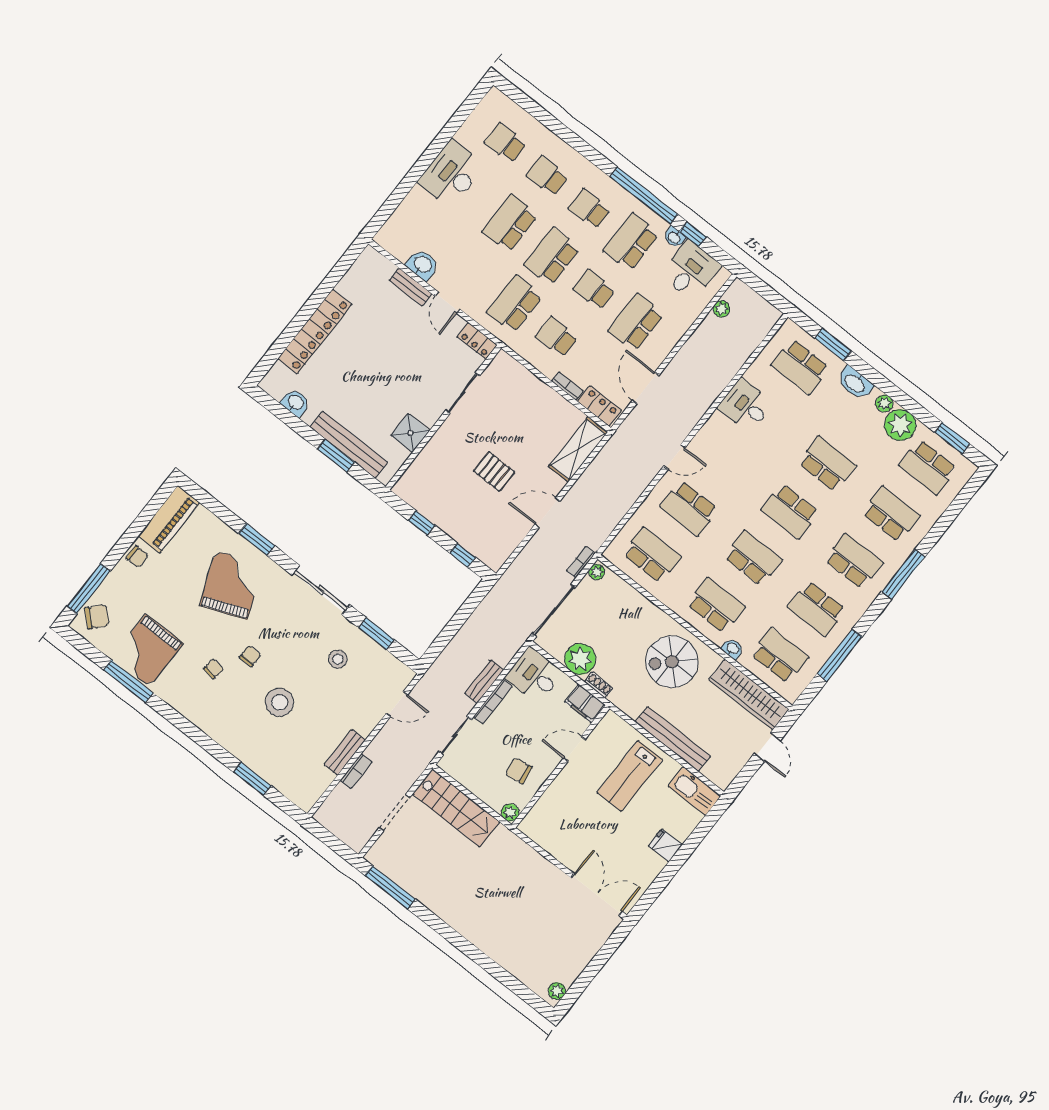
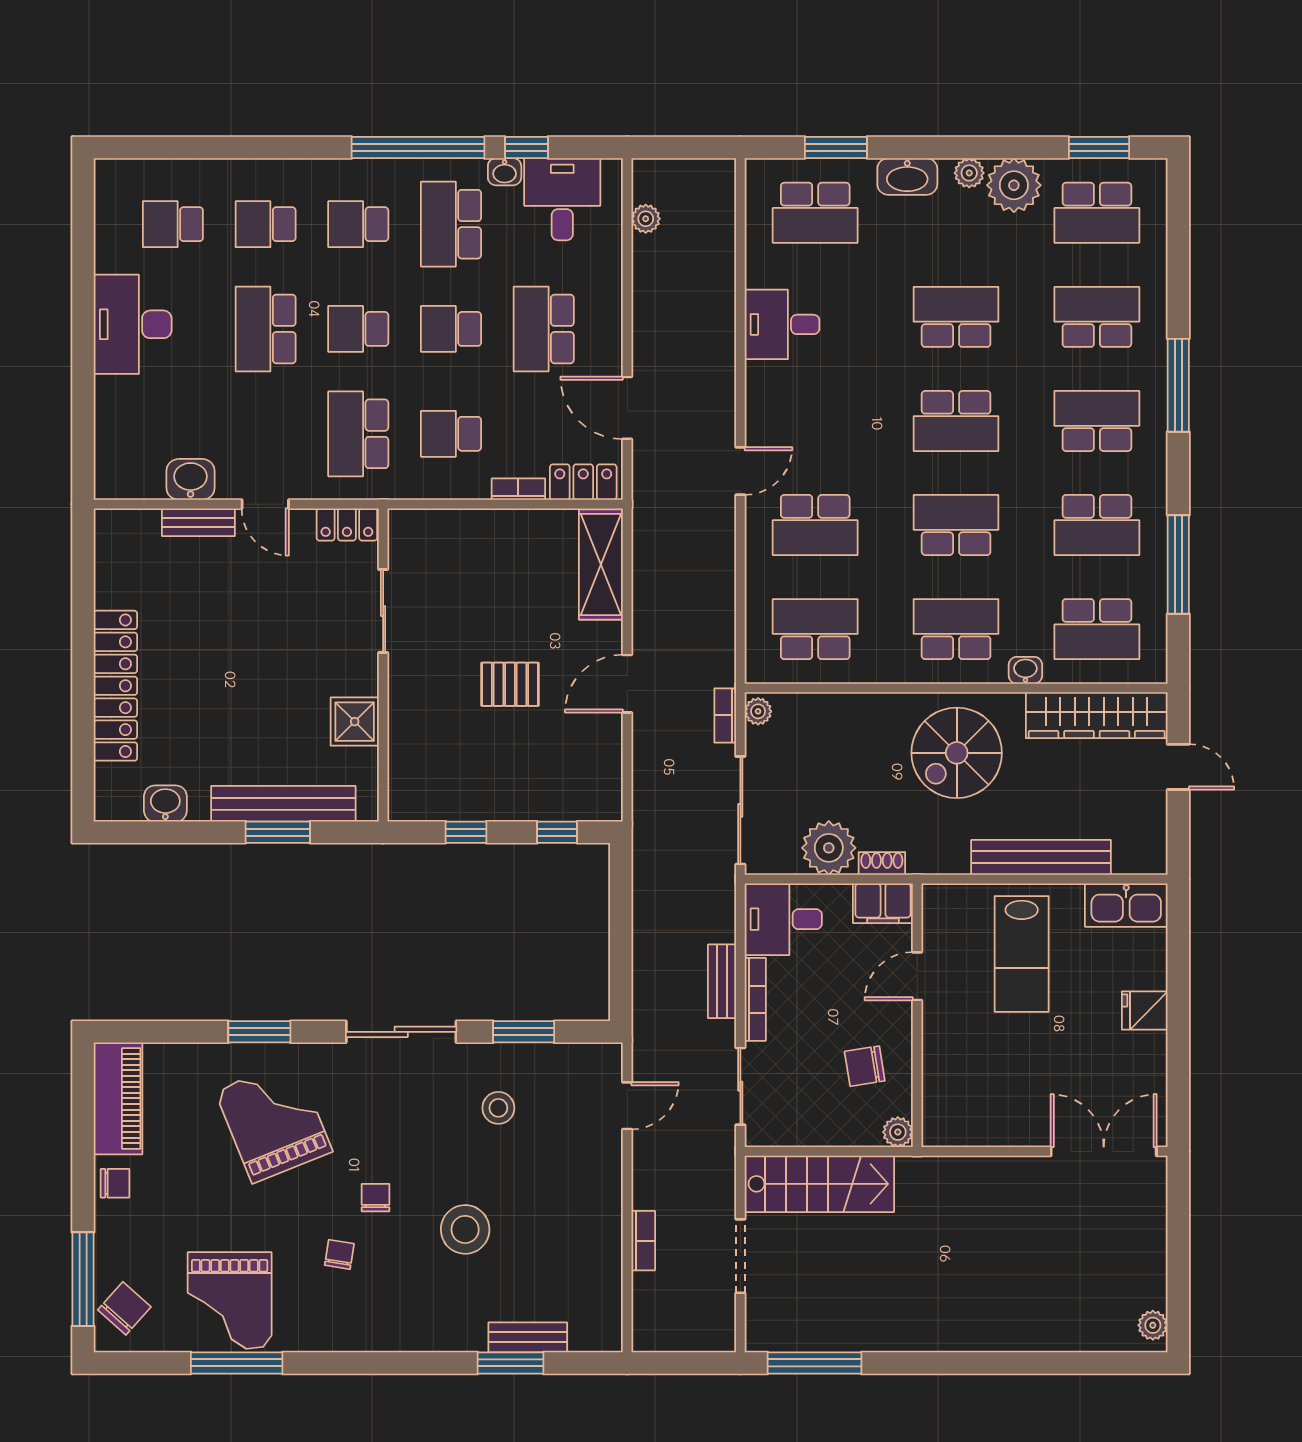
school desk: (552, 256) -> (358, 329), width x0.54
school desk: (780, 656) -> (1097, 629), turned 180
bench: (345, 752) -> (528, 1337), moved, turned 90

